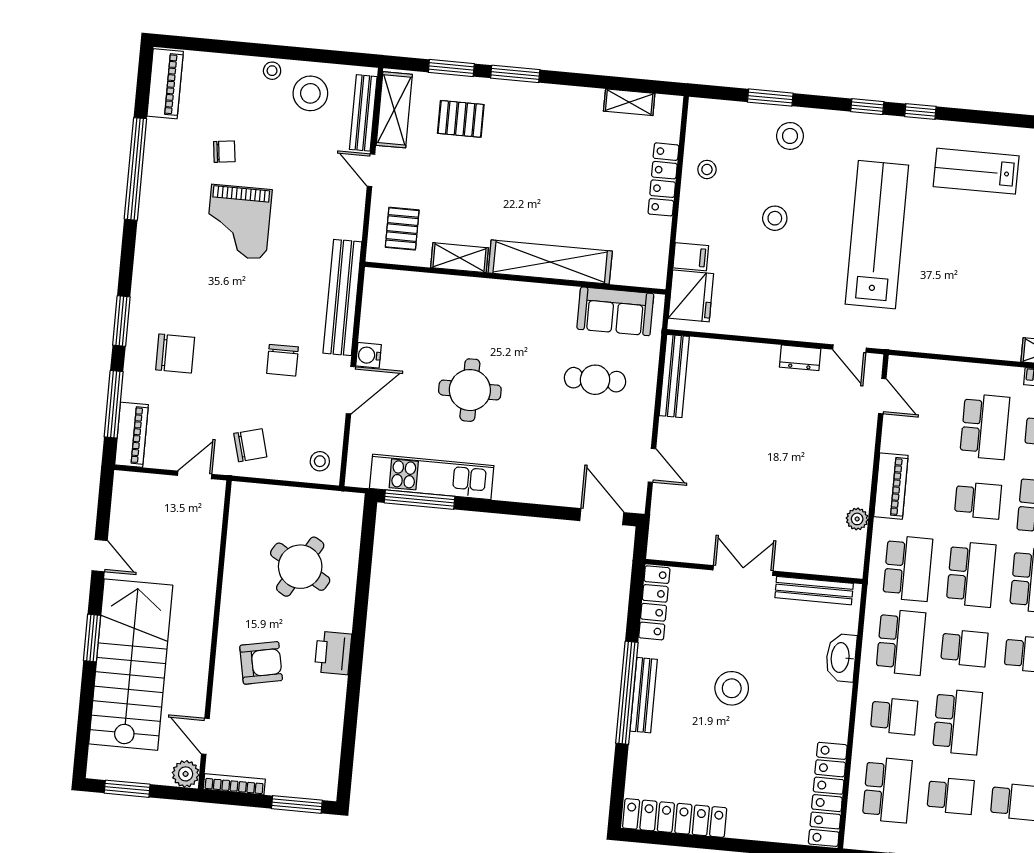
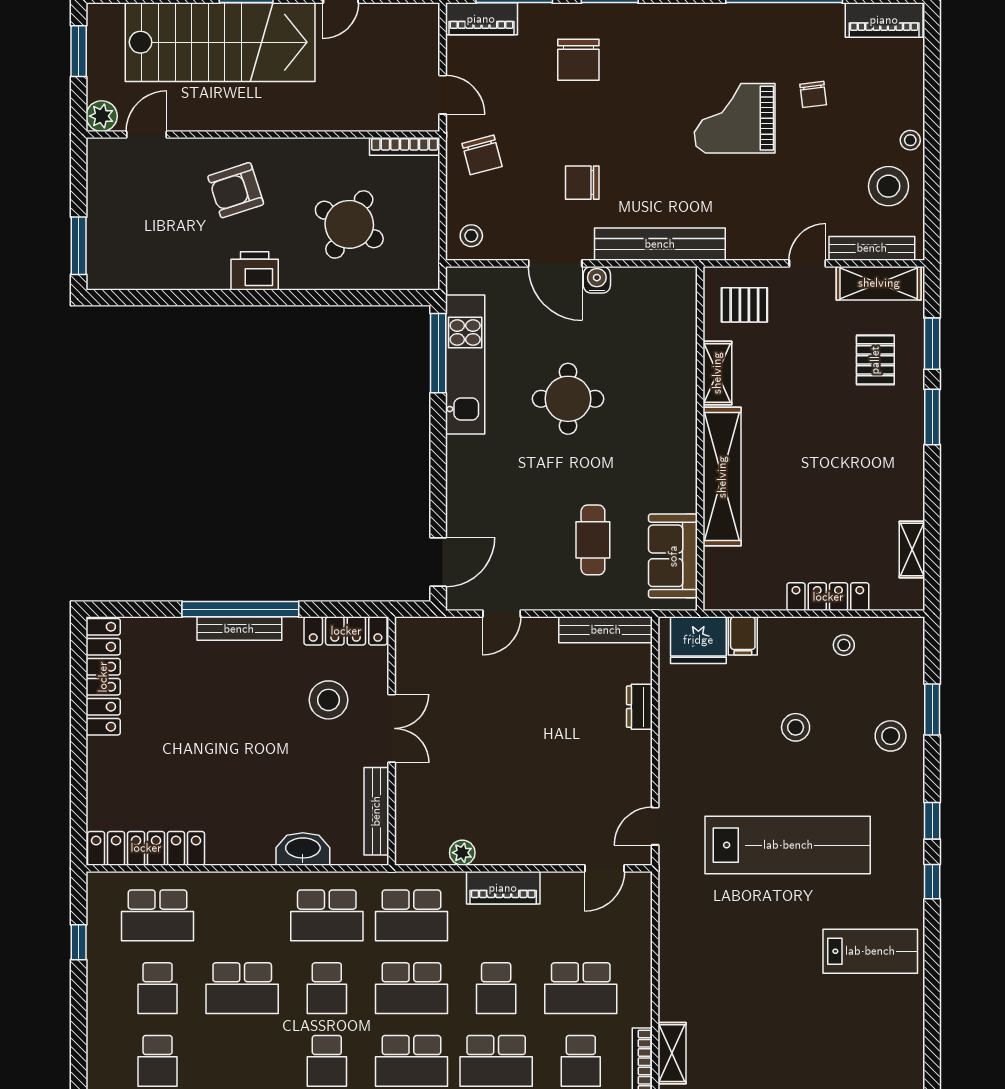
lab bench: (976, 171) -> (870, 951), turned 90
dresser: (800, 358) -> (639, 707), moved
armchair: (261, 663) -> (236, 190), turned 83
stool: (732, 688) -> (328, 700), moved
school desk: (894, 716) -> (242, 915), removed
bookcase: (234, 784) -> (405, 146), moved, turned 90

